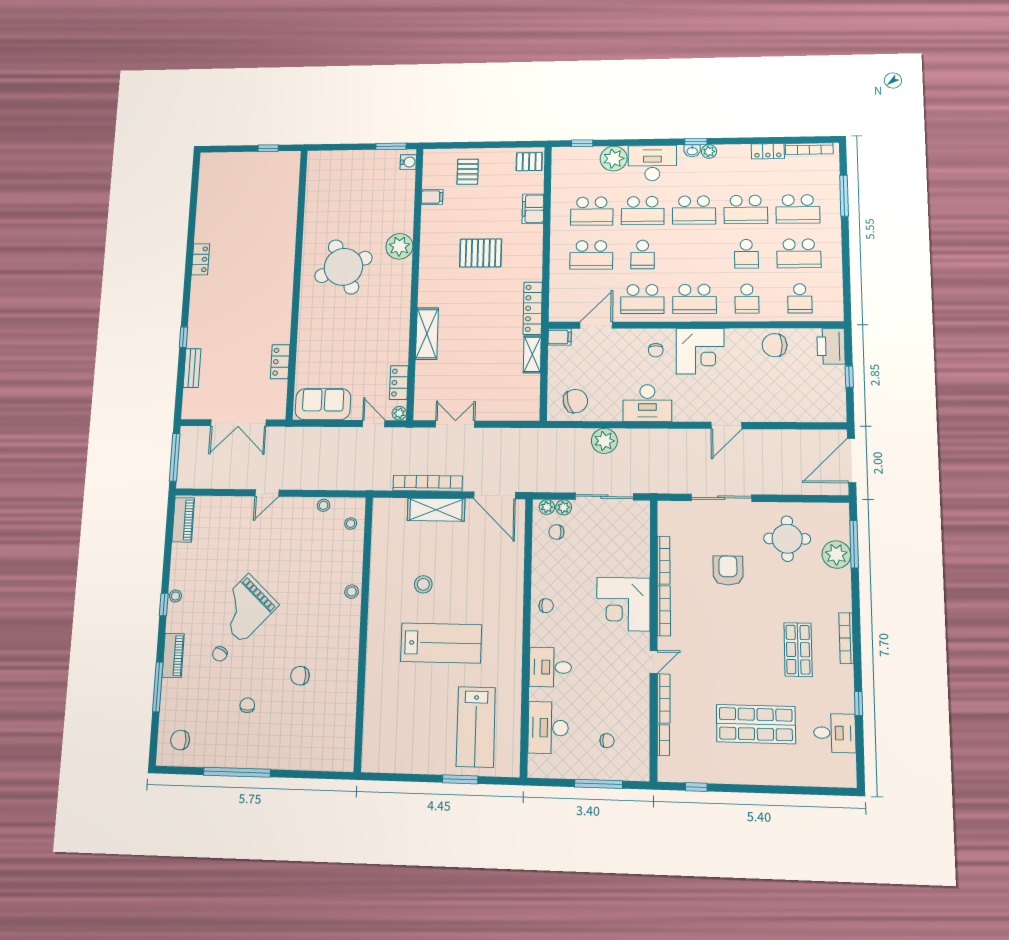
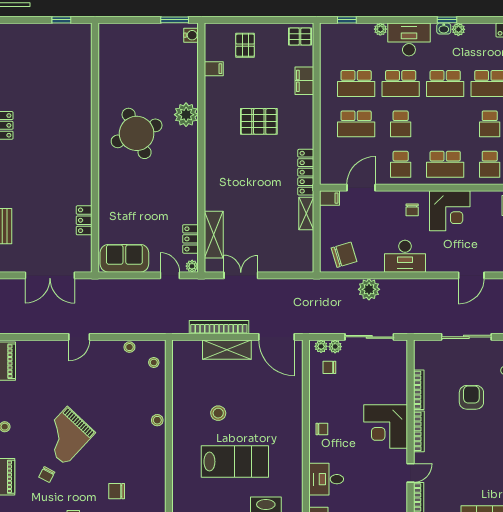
plant: (614, 159) -> (380, 29), width x0.53, depth x0.53
school desk: (642, 299) -> (401, 164), width x0.54
shelving: (427, 334) -> (214, 235), moved

